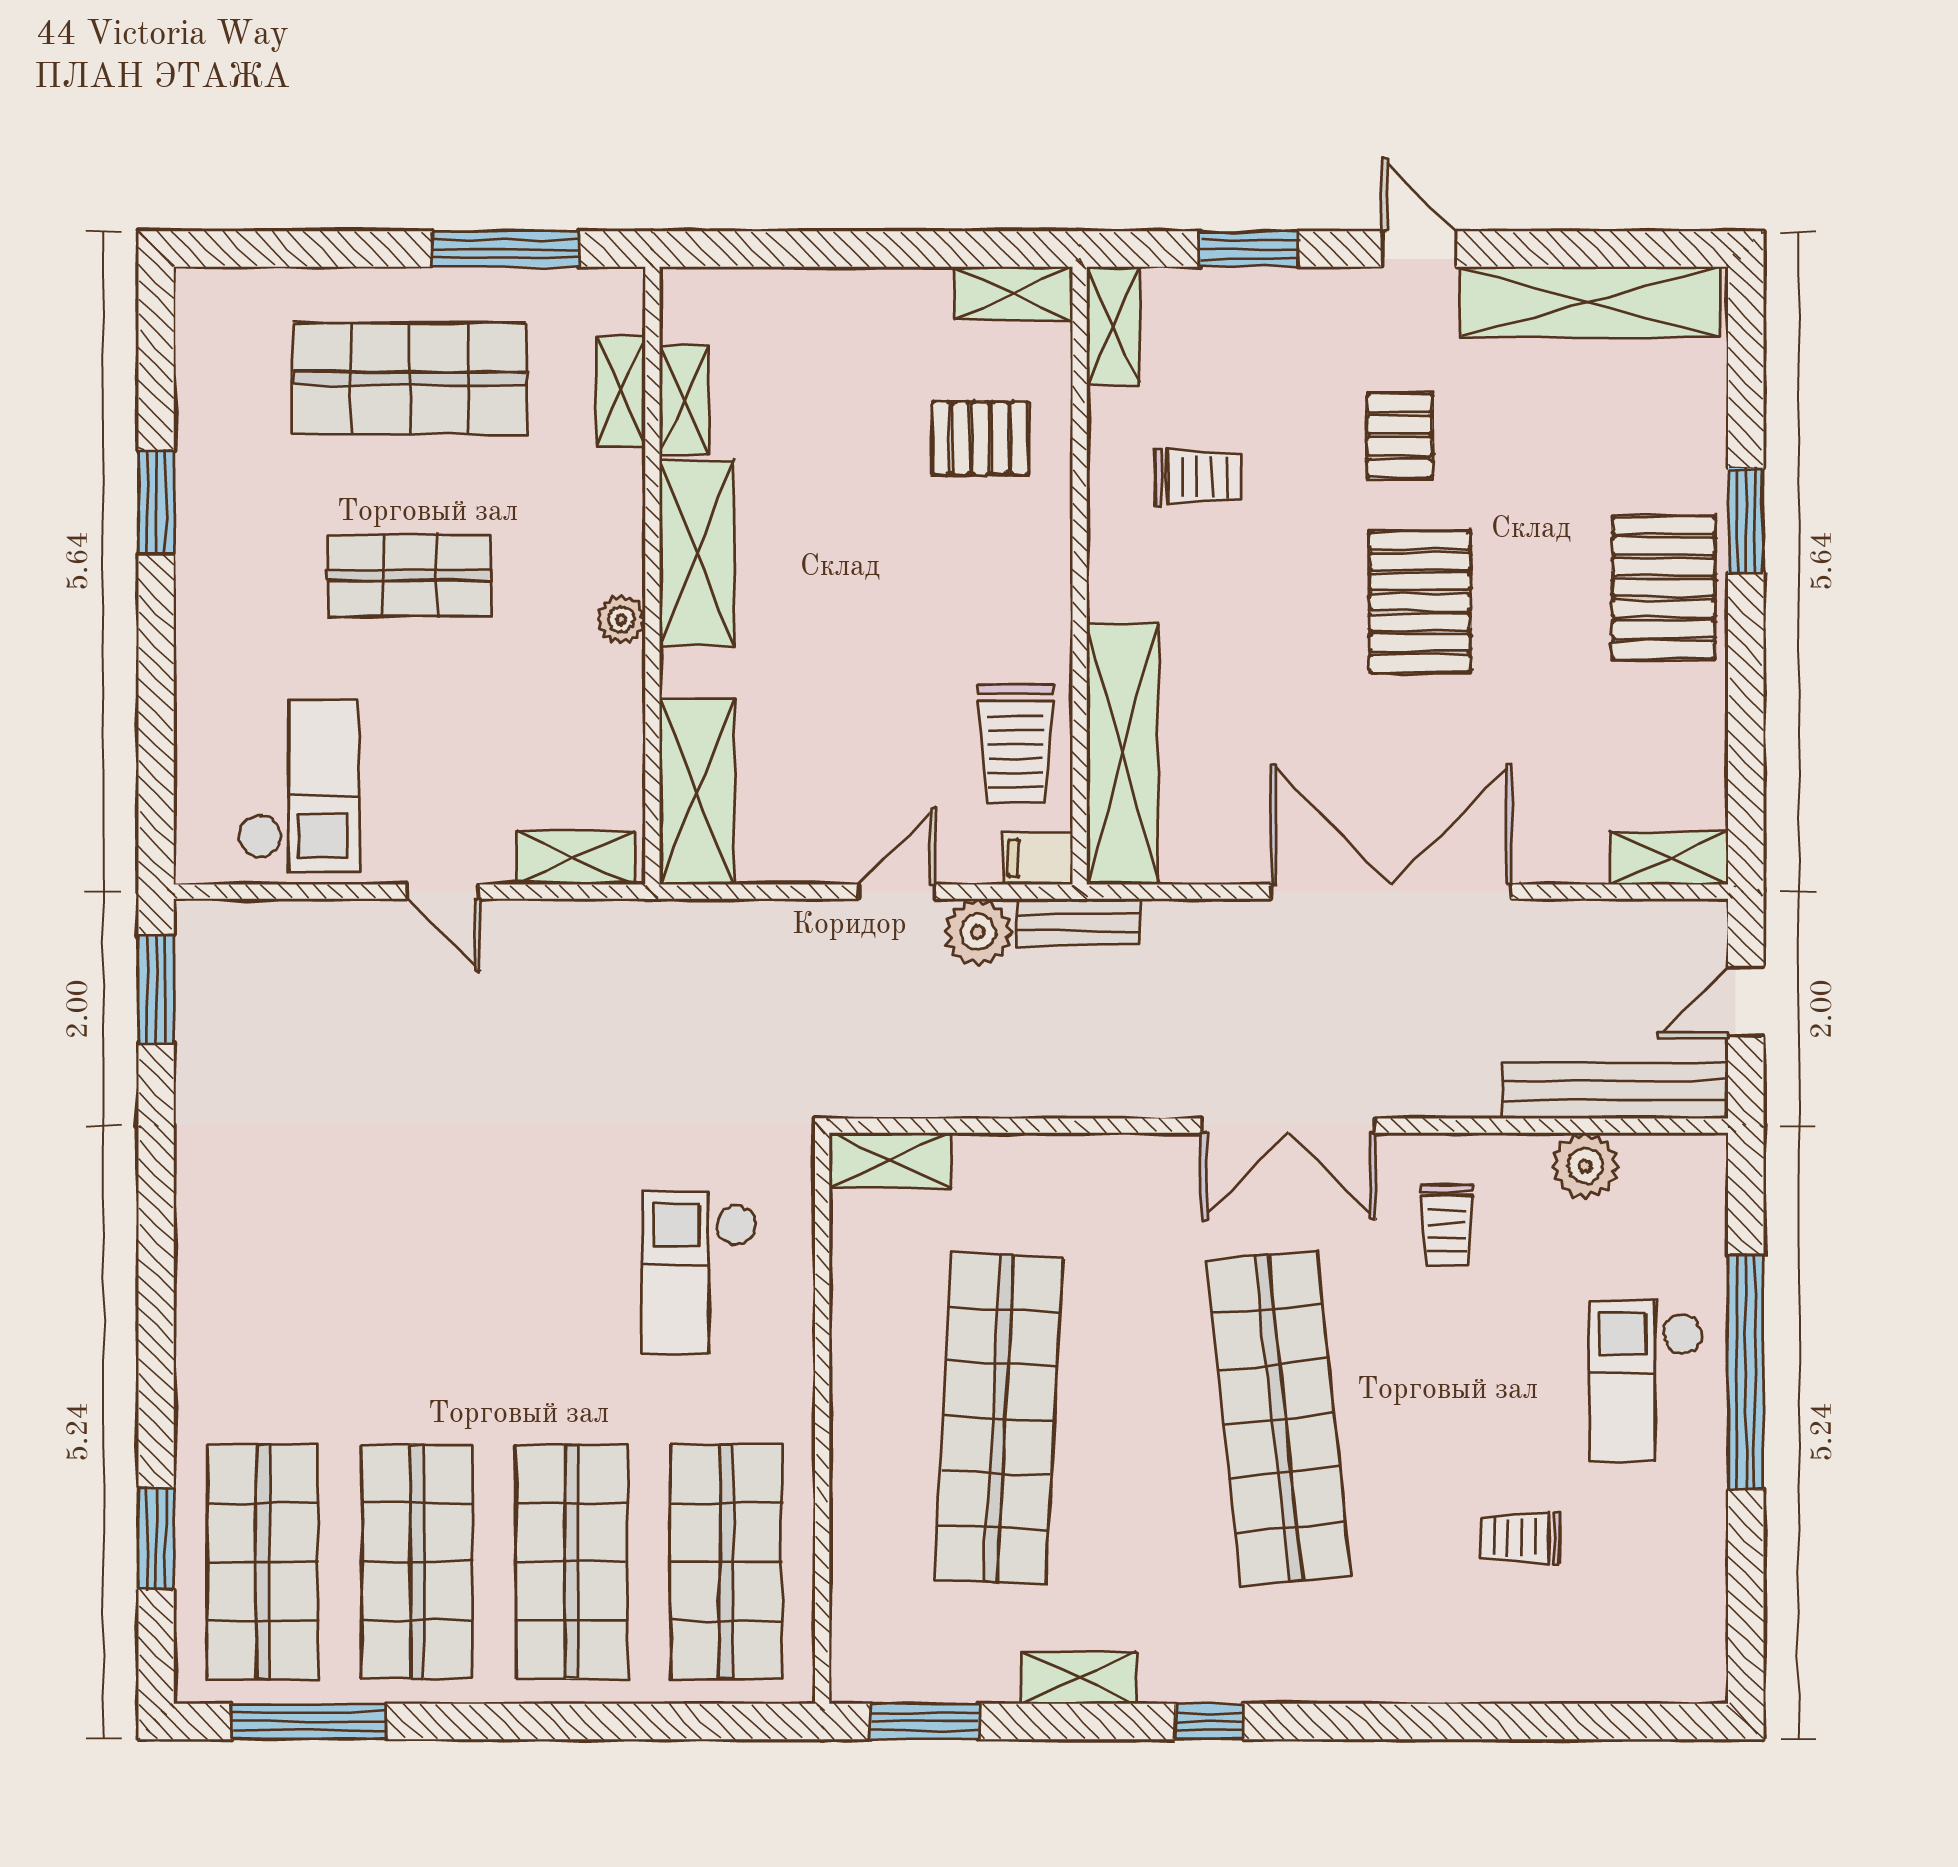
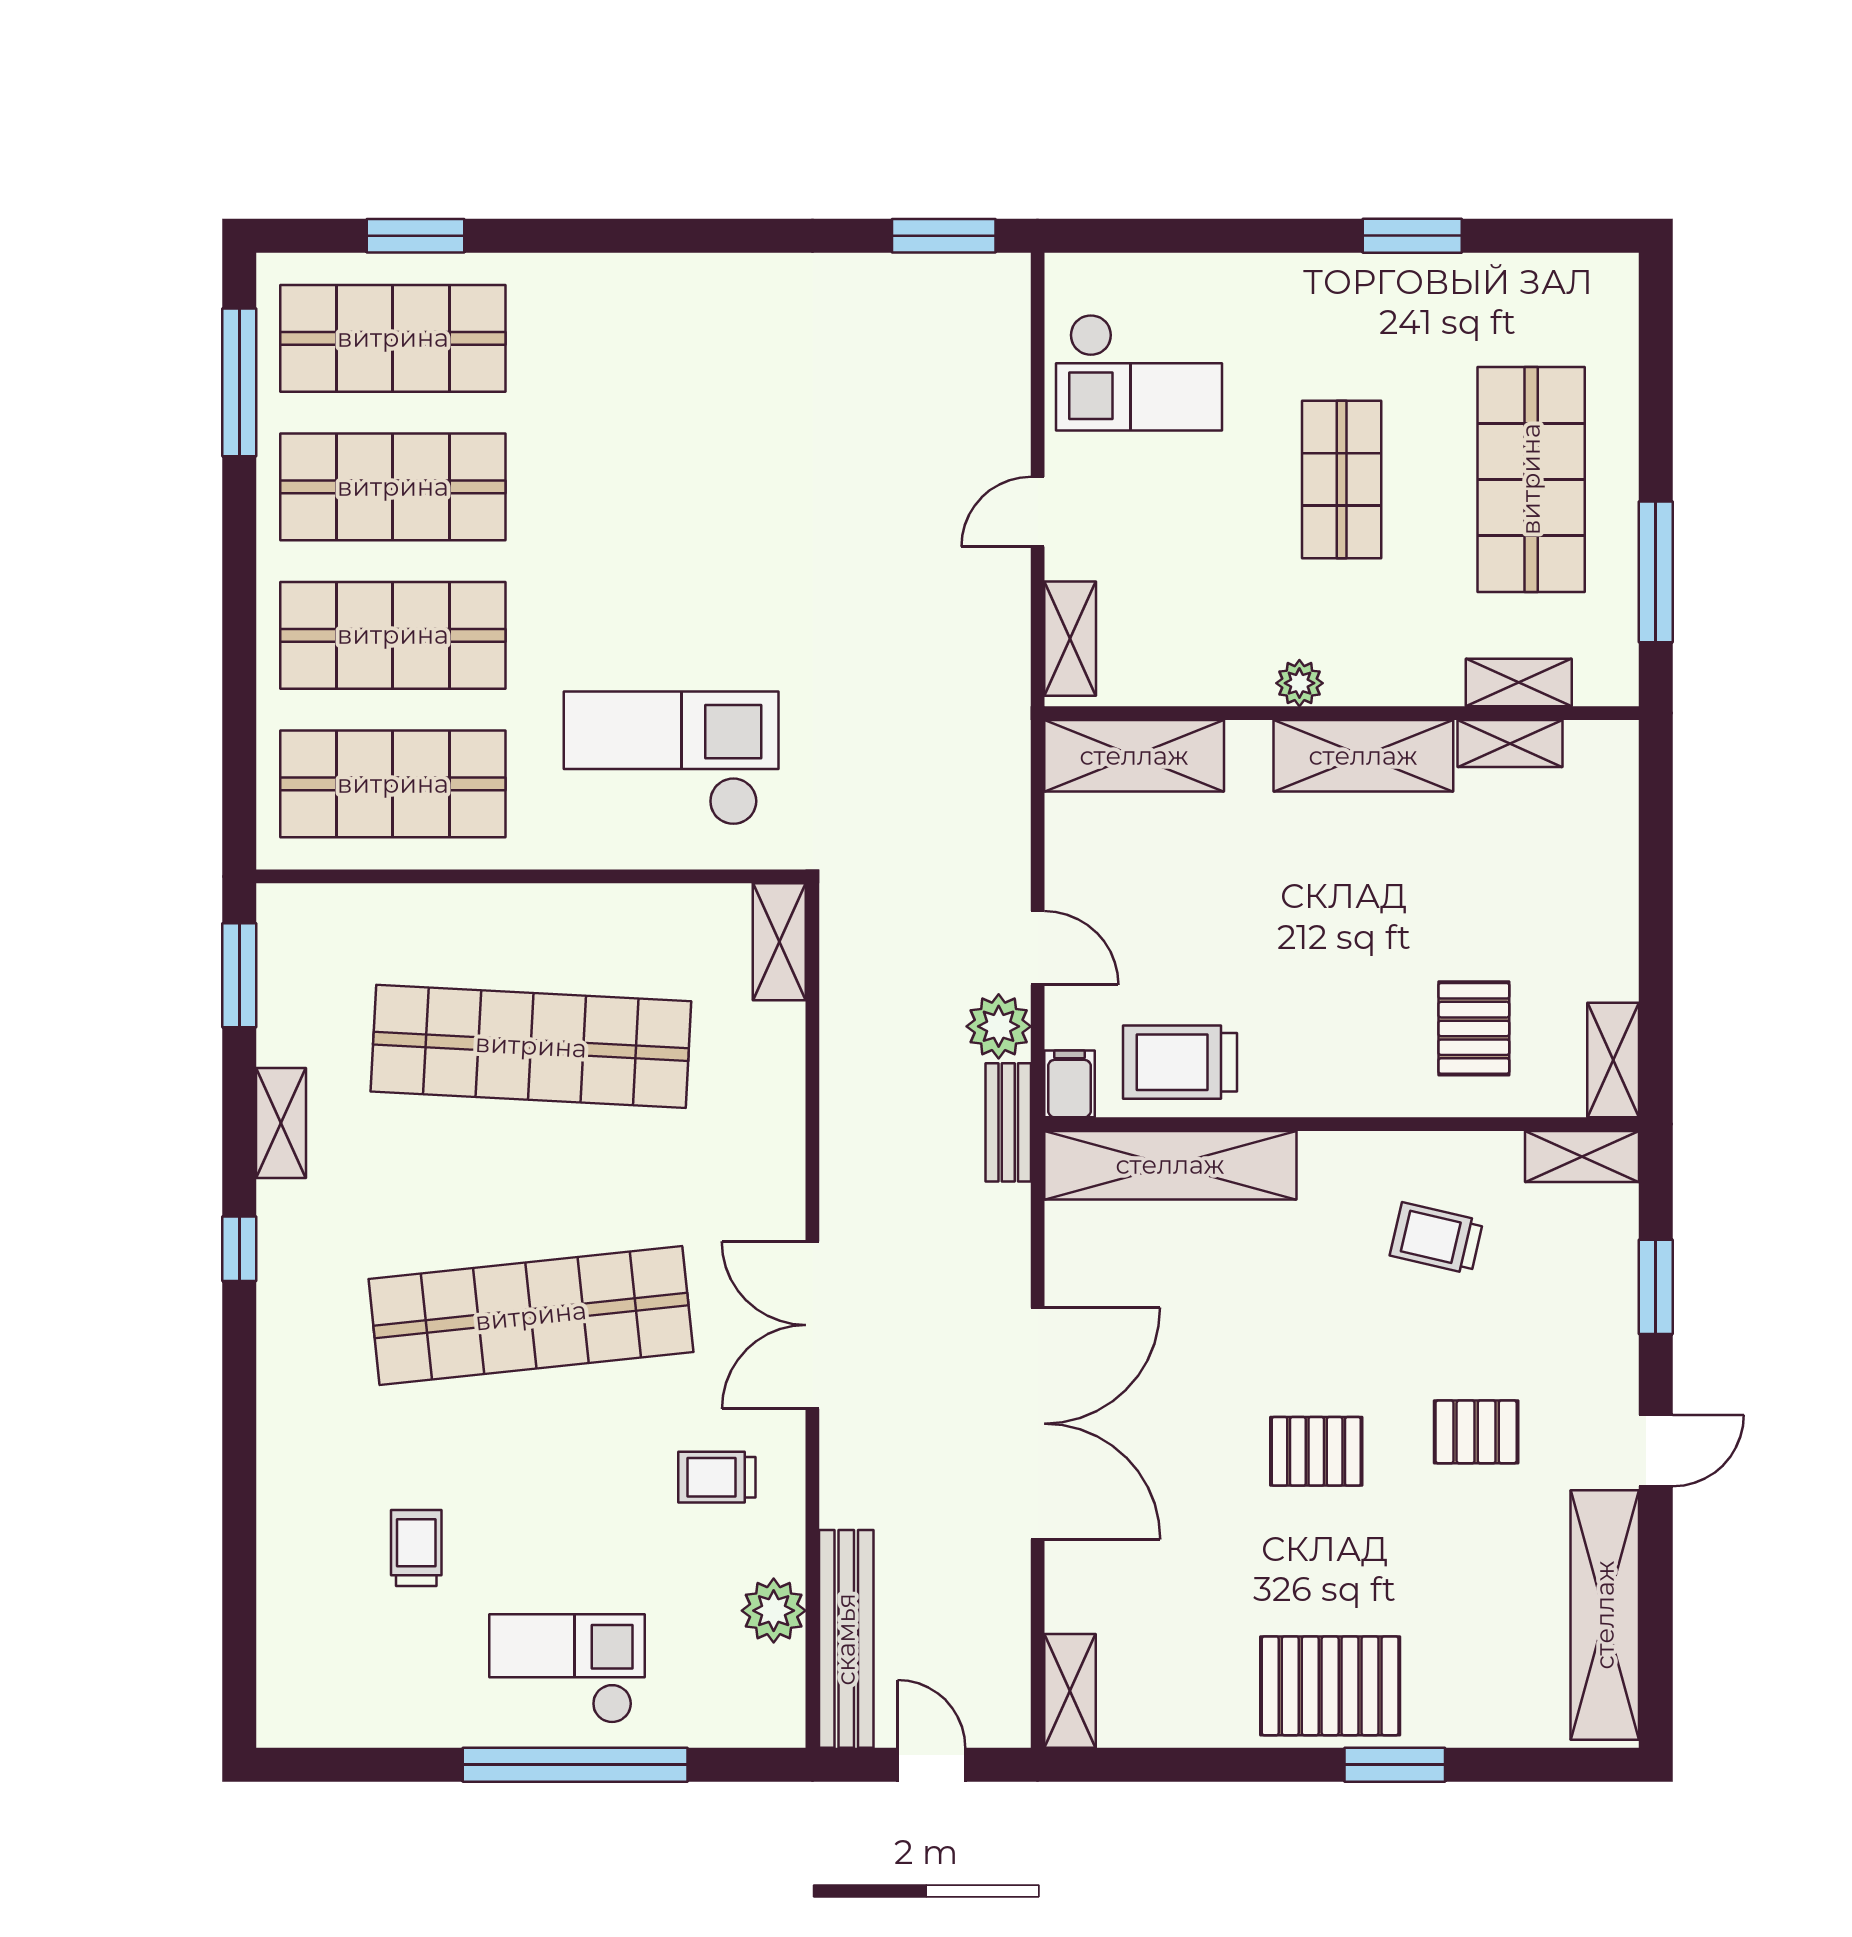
trolley: (1198, 477) -> (1436, 1238), turned 103
pallet: (1420, 602) -> (1316, 1451), width x0.67, depth x0.71
checkout: (700, 1273) -> (671, 758), width x1.36, depth x1.21

